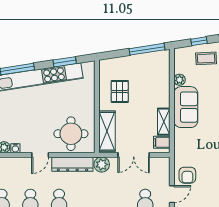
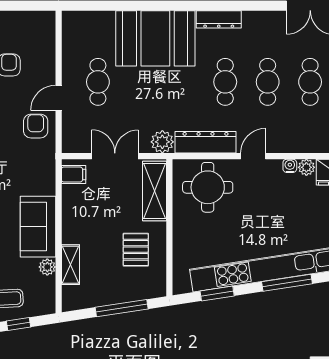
window: (147, 49) -> (122, 308), moved
shelving: (164, 122) -> (71, 265), moved

